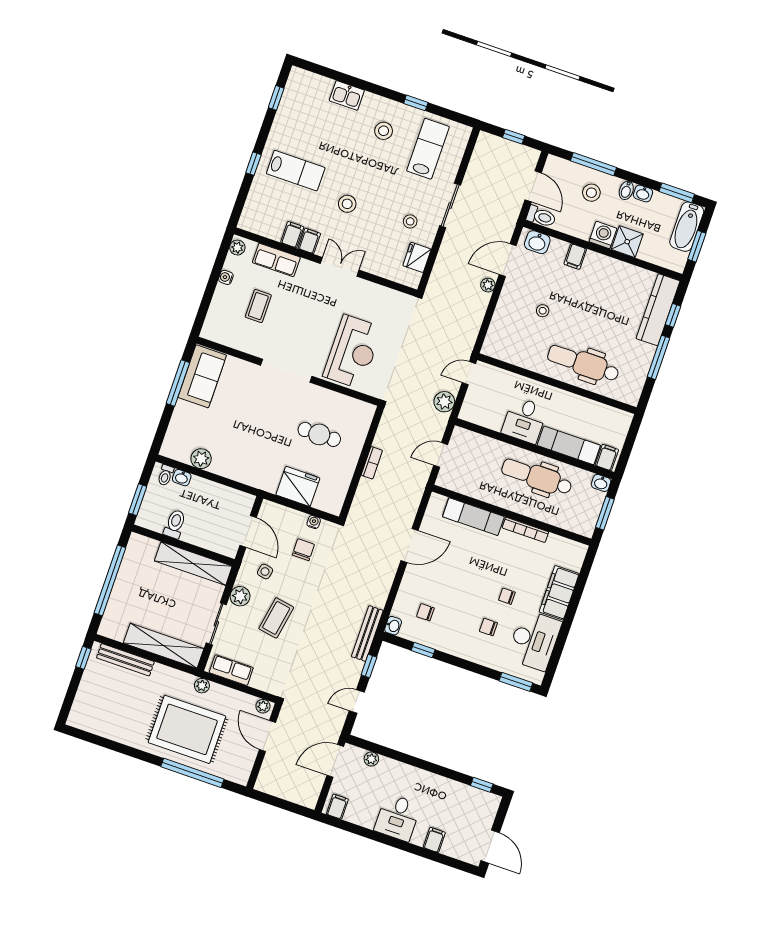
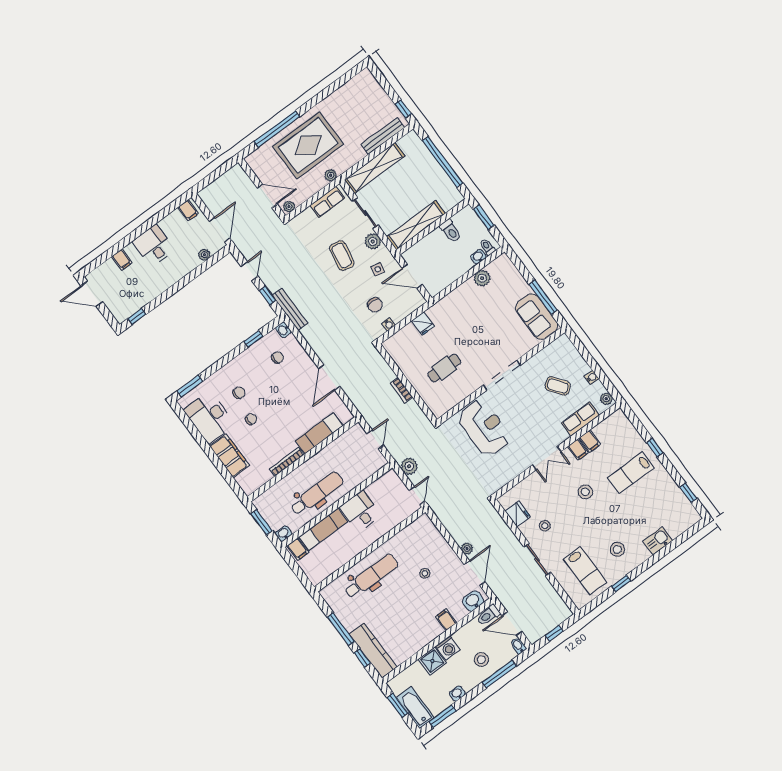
bidet: (626, 190) -> (518, 646), moved
coffee table: (258, 306) -> (558, 386), turned -36
reception desk: (353, 352) -> (484, 428), turned 180
fridge: (298, 486) -> (423, 323), width x0.53, depth x0.75

